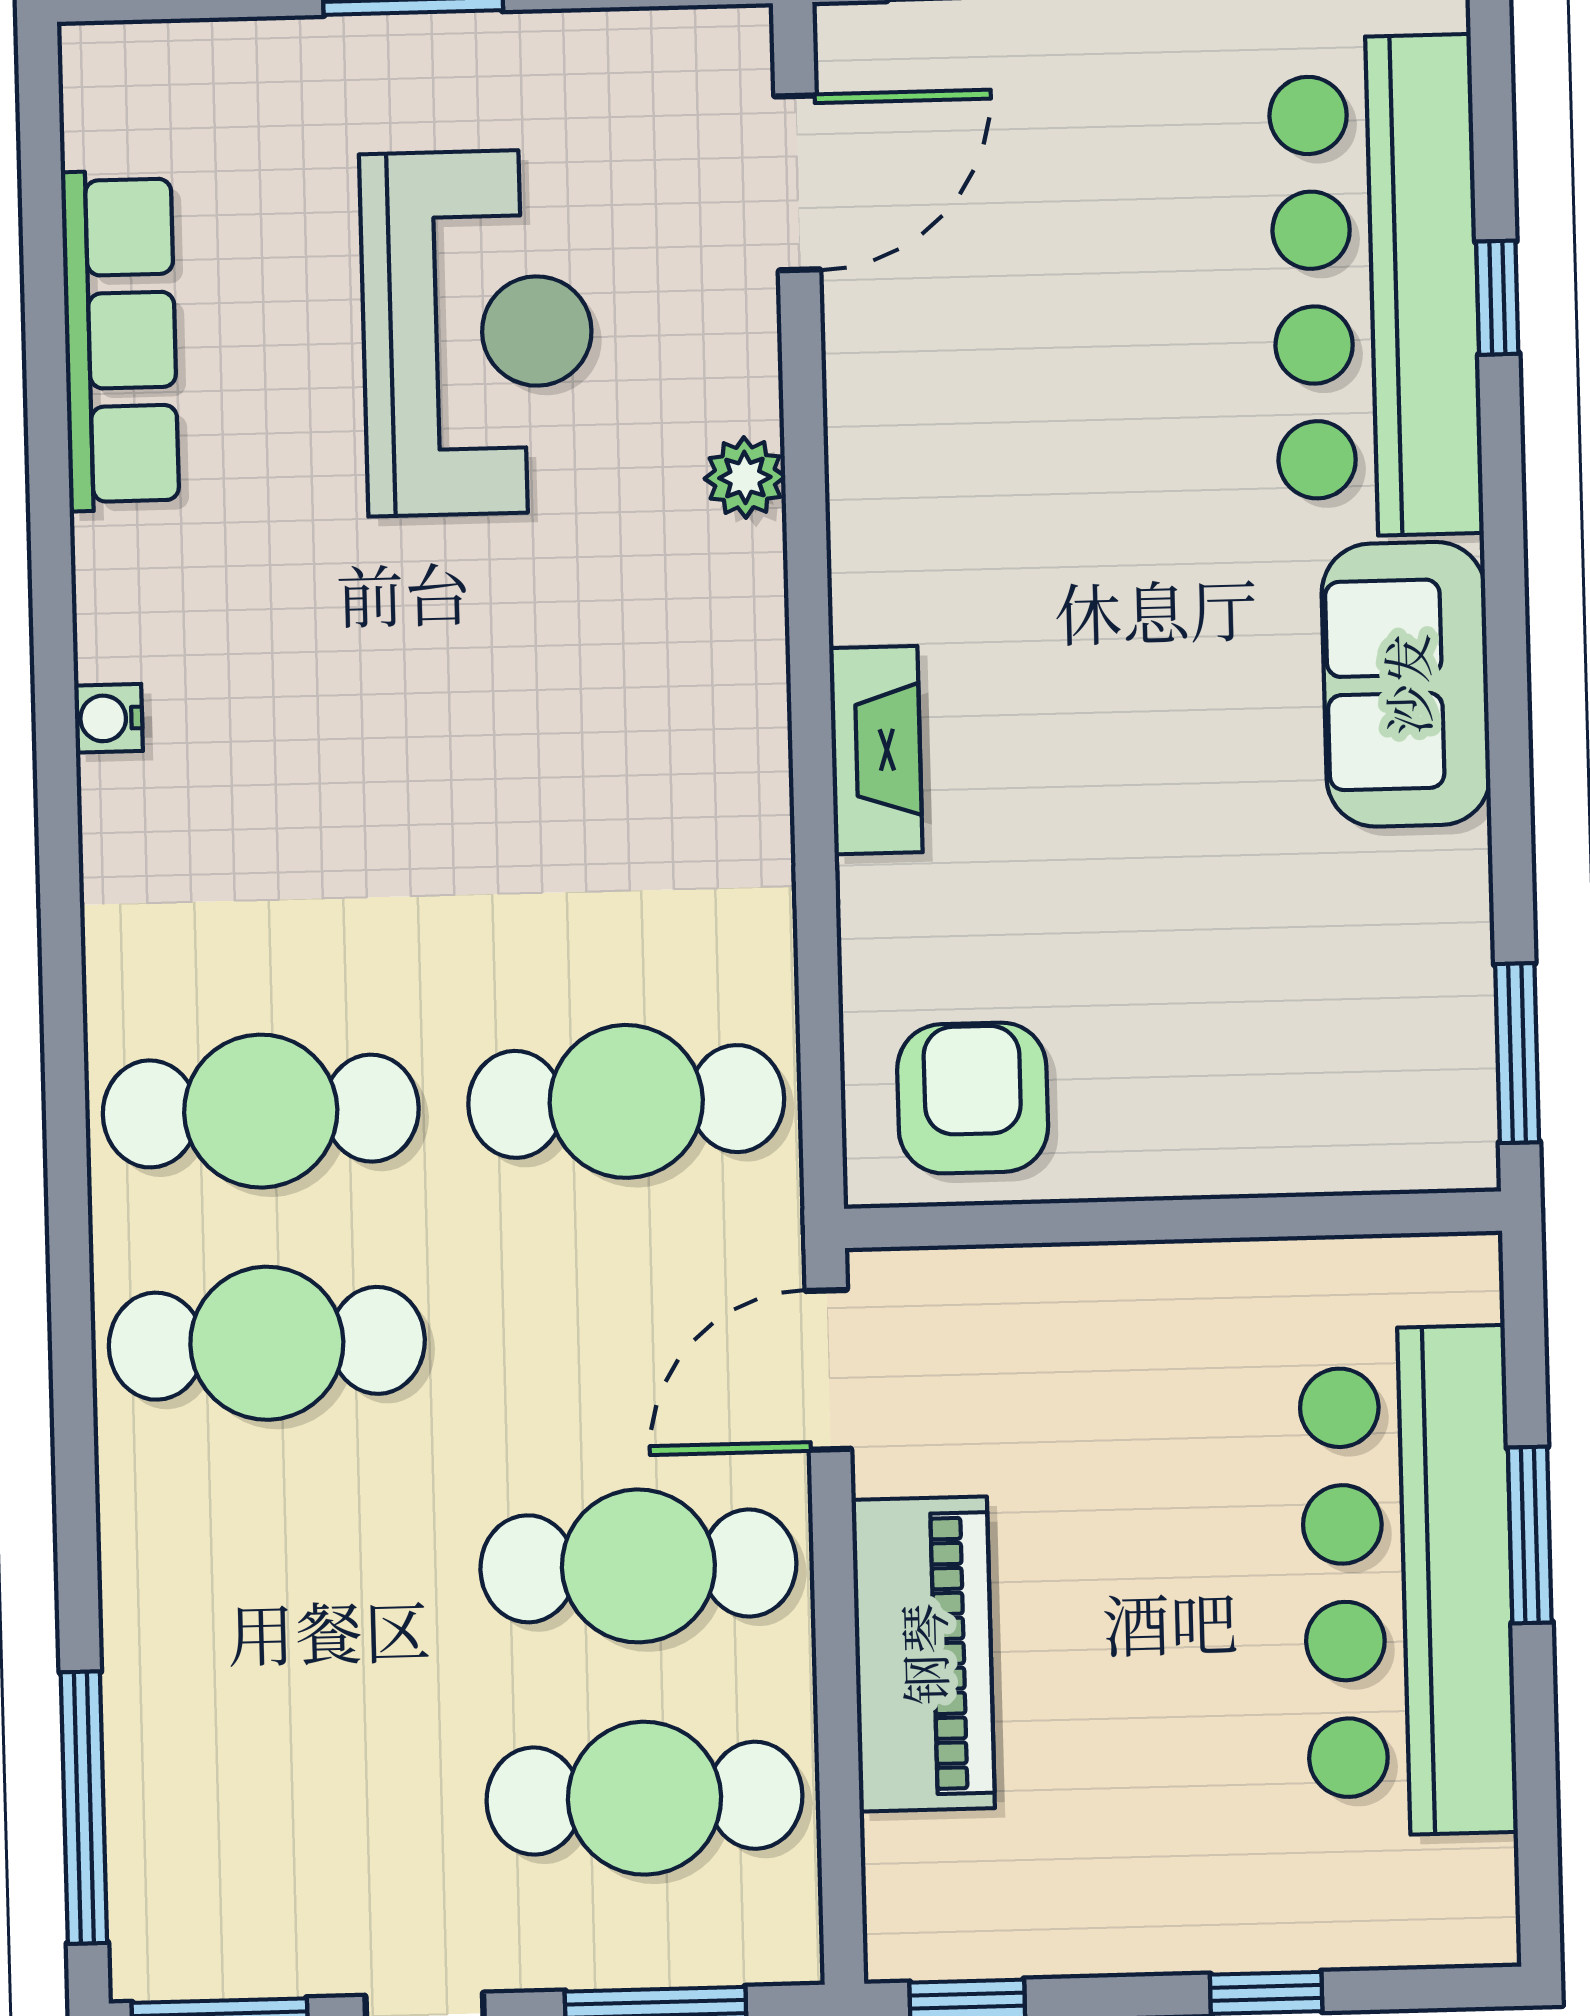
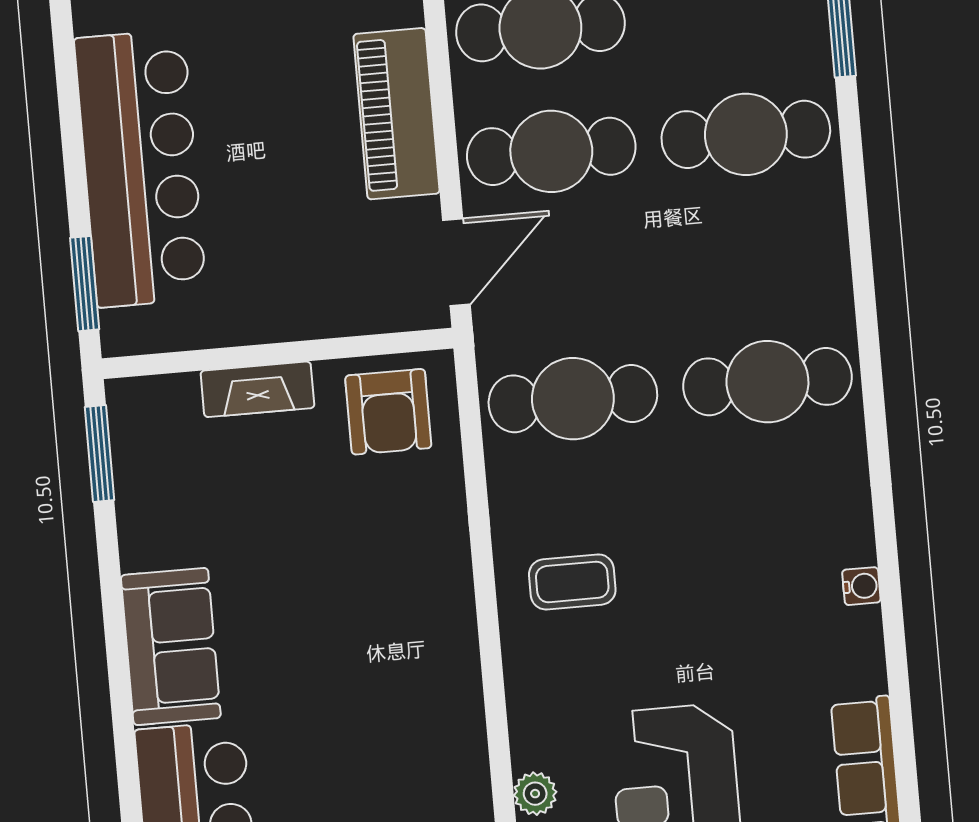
plant: (745, 477) -> (535, 794), moved
fireplace: (876, 750) -> (257, 389), moved, turned -90
coffee table: (648, 759) -> (572, 582), added
cafe table: (267, 1343) -> (746, 134), moved
window: (1530, 1535) -> (85, 284), moved

